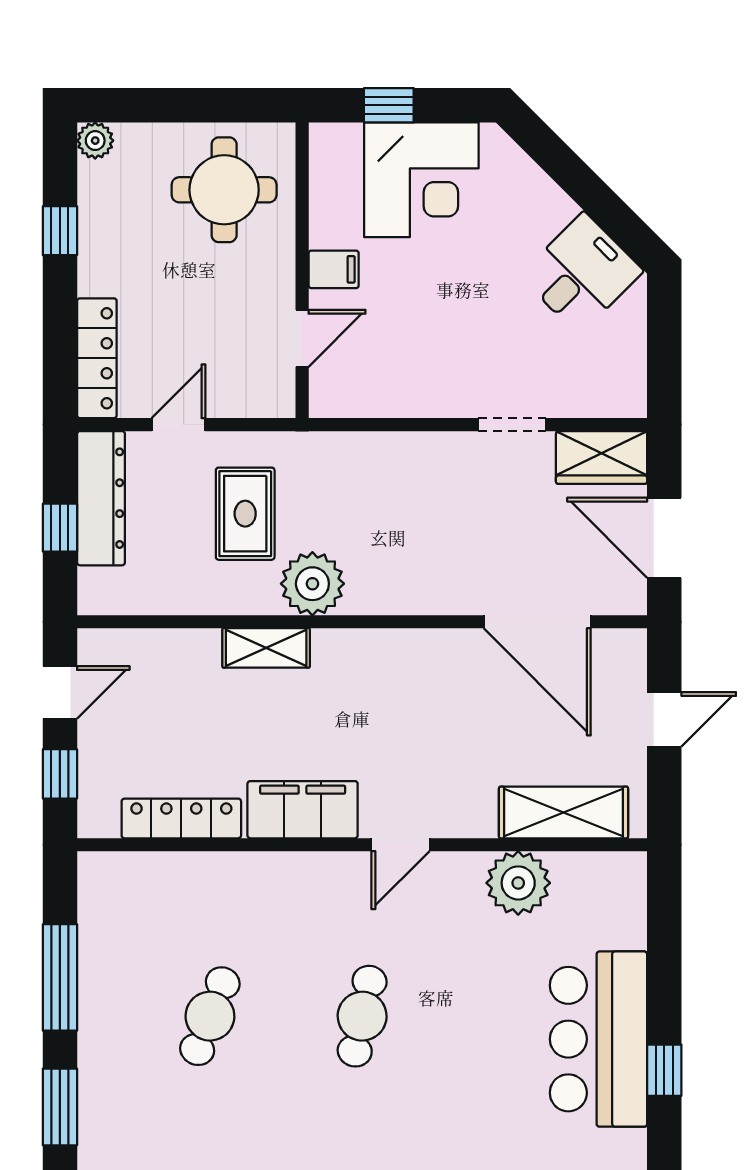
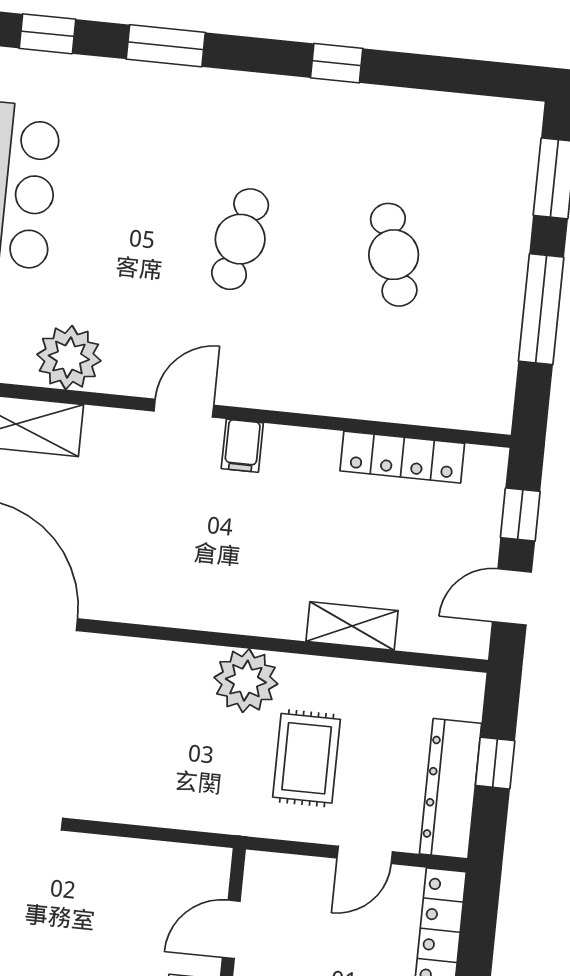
shelving: (266, 648) -> (352, 626), moved
filing cabinet: (303, 810) -> (242, 446), width x0.33, depth x0.86
cafe table: (210, 1016) -> (394, 255), turned -36

